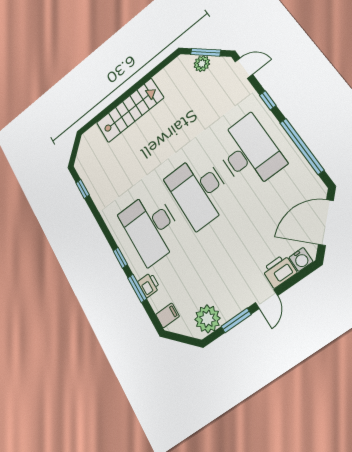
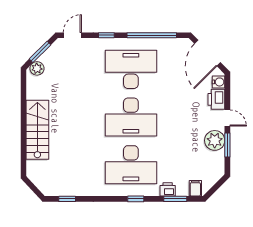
plant: (202, 64) -> (37, 68), moved
window: (137, 288) -> (175, 199), moved
plant: (207, 319) -> (215, 140), moved

